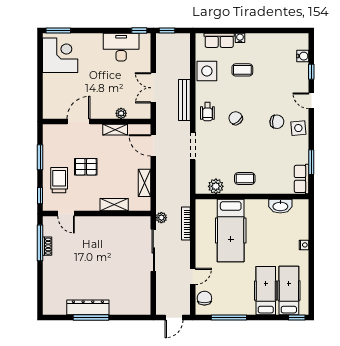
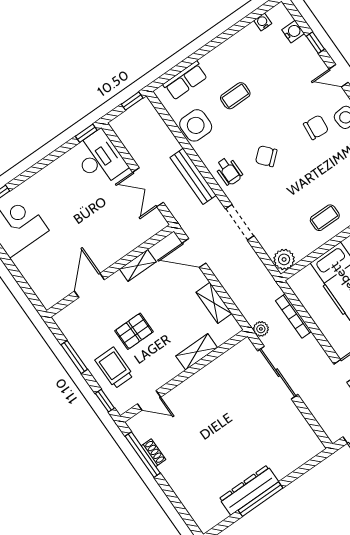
window: (167, 31) -> (132, 101), moved
water cooler: (240, 38) -> (263, 22), moved
desk: (121, 47) -> (100, 158), moved, turned 90
plant: (121, 113) -> (132, 242), removed
plant: (216, 186) -> (284, 259), moved

